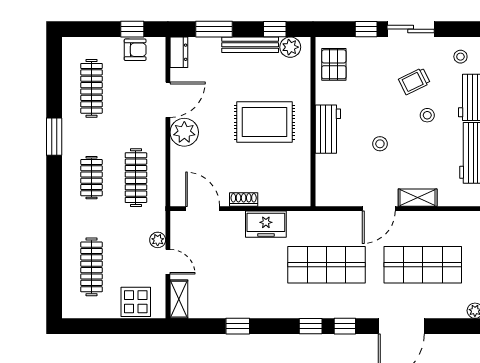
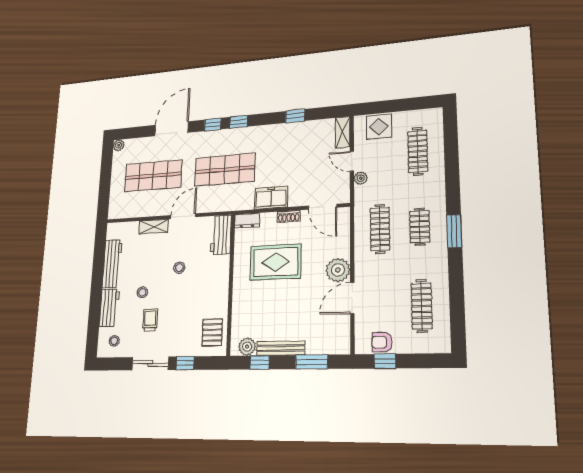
dresser: (179, 52) -> (247, 221), moved, turned -90
trolley: (414, 81) -> (150, 320), turned -64
rug: (265, 122) -> (276, 262), moved
workbench: (328, 129) -> (221, 235), moved
window: (54, 137) -> (454, 231), moved

